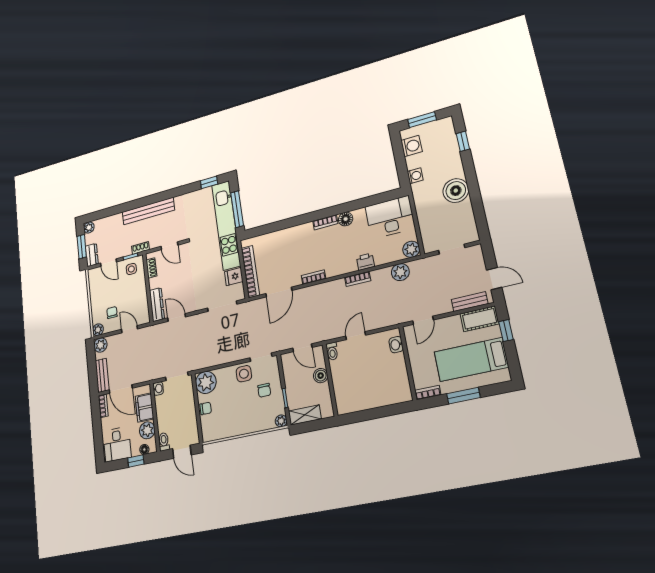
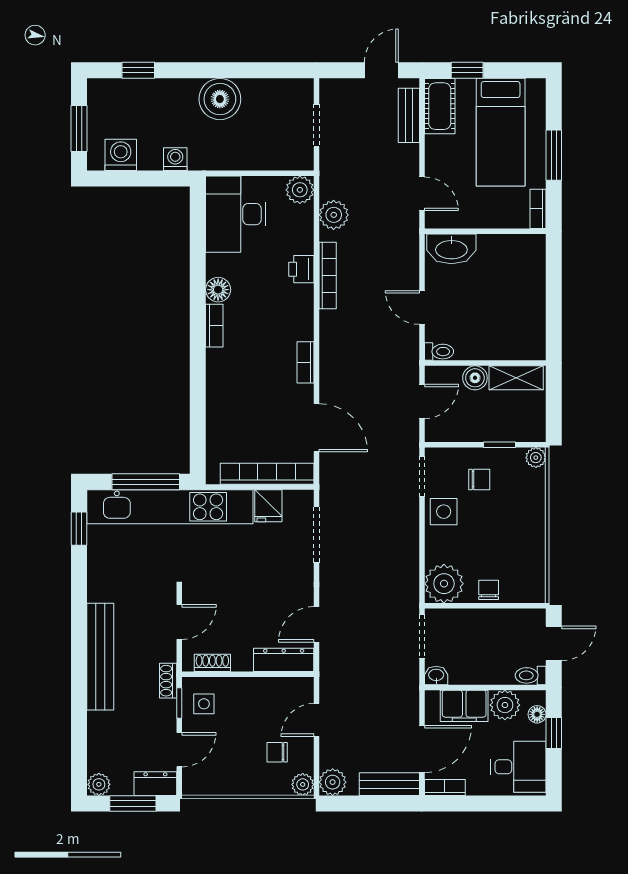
bookcase: (358, 279) -> (328, 275), width x1.56
washbasin: (396, 345) -> (451, 249), width x1.91, depth x1.45
shelving: (305, 415) -> (516, 378), moved, turned 90

